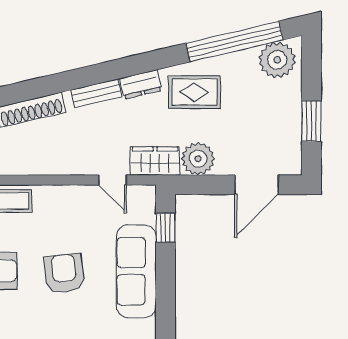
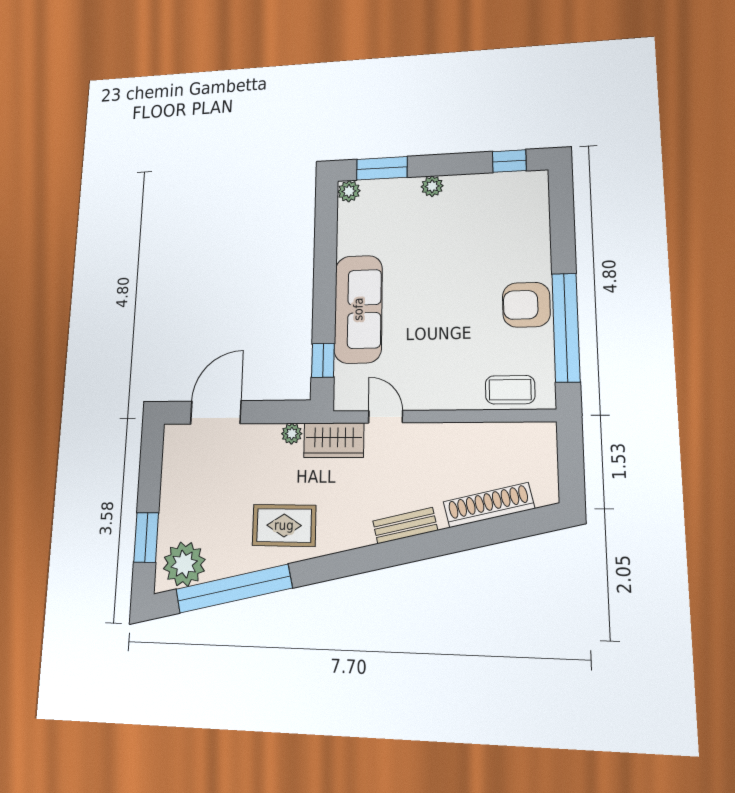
dresser: (141, 84) -> (349, 536), removed
window: (311, 121) -> (146, 537), moved
plant: (198, 159) -> (292, 434), width x0.53, depth x0.53
armchair: (64, 273) -> (445, 304), removed

